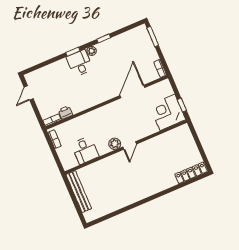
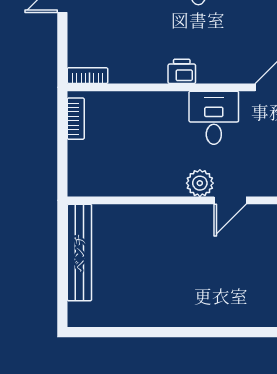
printer: (65, 112) -> (182, 71), moved
desk: (85, 150) -> (214, 118), moved, turned 180

